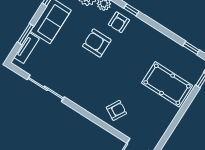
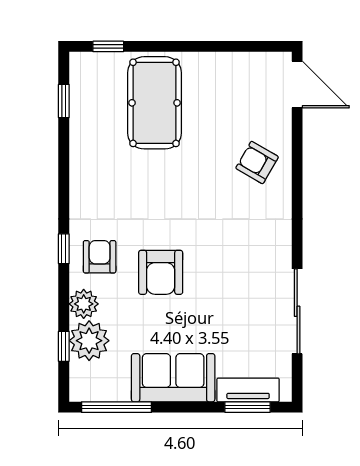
armchair: (119, 22) -> (100, 257), turned -90
window: (26, 34) -> (248, 407), moved

